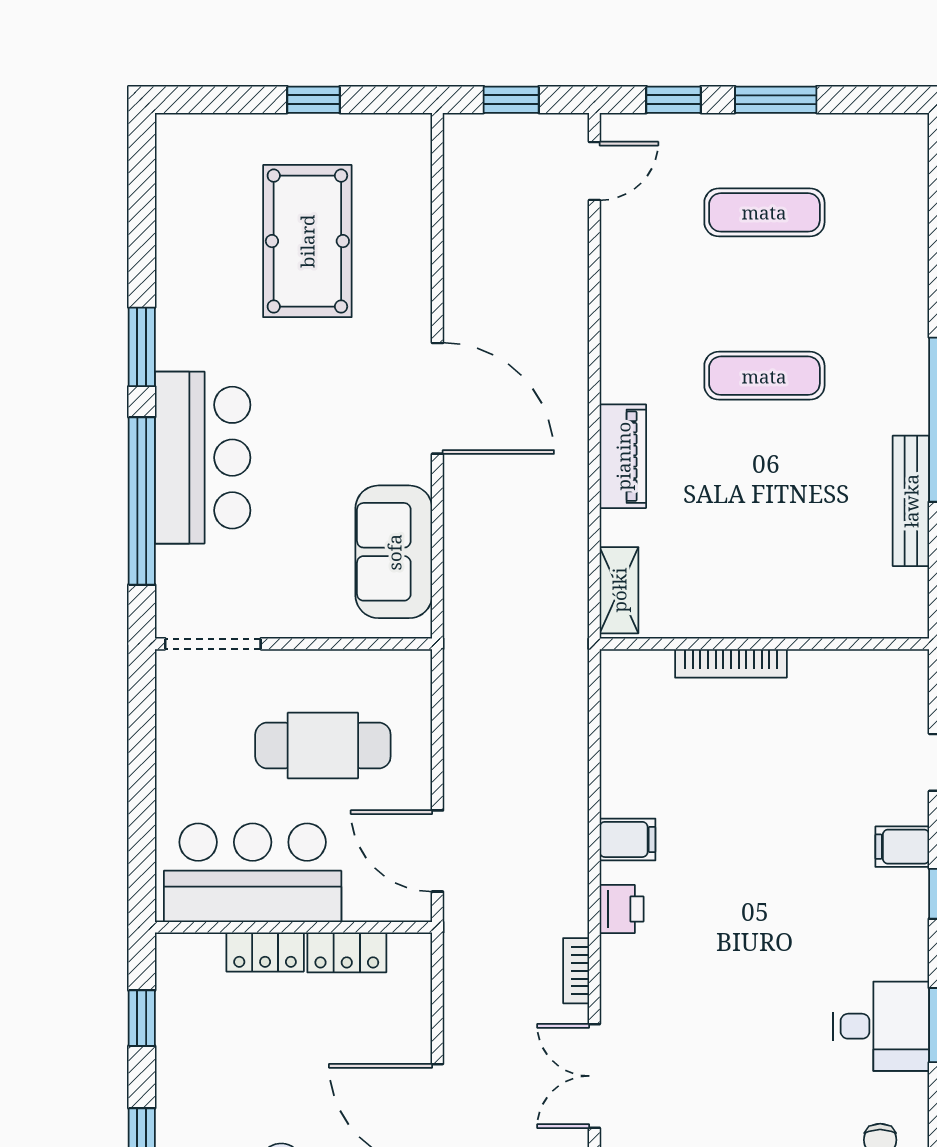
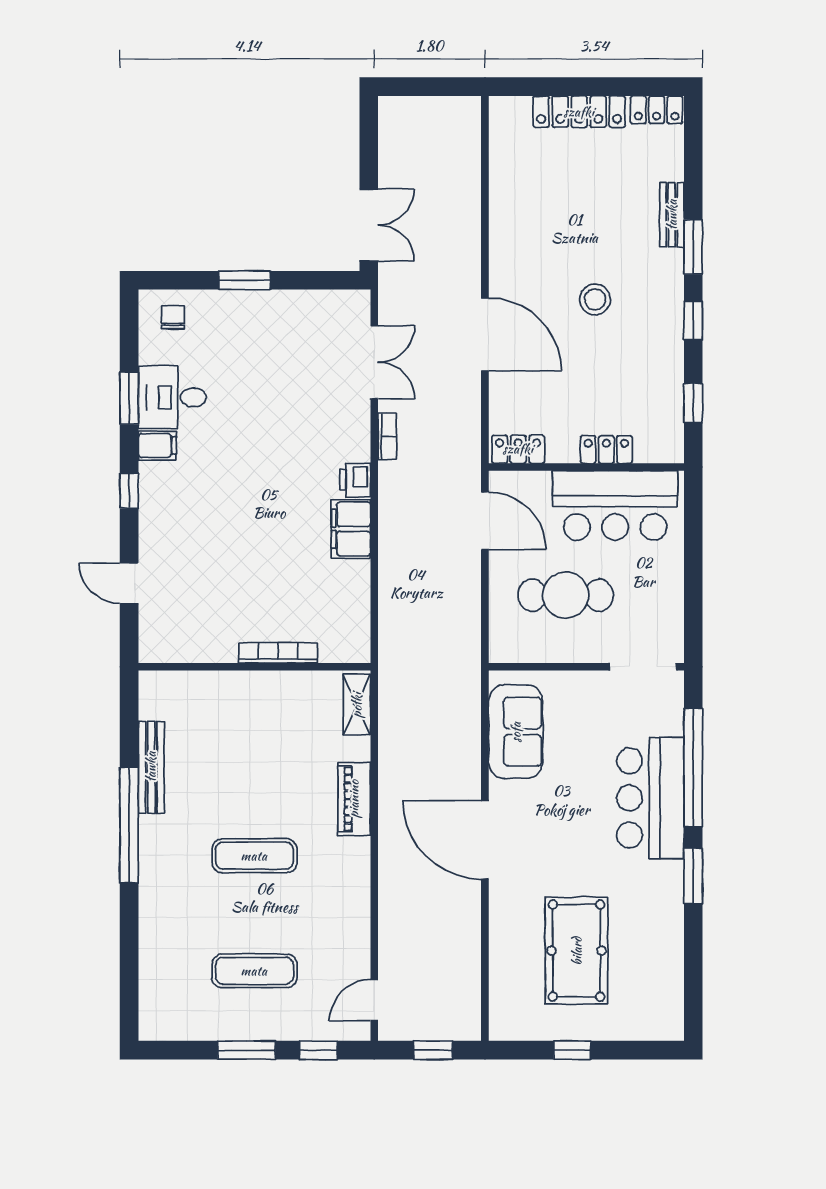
filing cabinet: (627, 839) -> (351, 529), width x2.00
filing cabinet: (902, 847) -> (157, 446), moved
locker: (347, 952) -> (518, 449), moved

